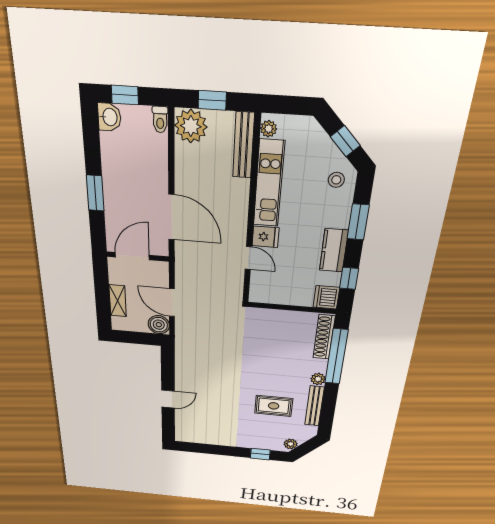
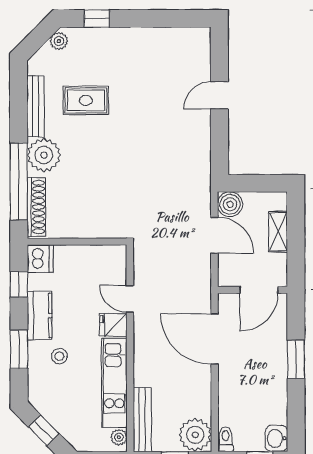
stool: (336, 180) -> (59, 356), moved
plant: (318, 379) -> (44, 155), width x1.87, depth x1.87

